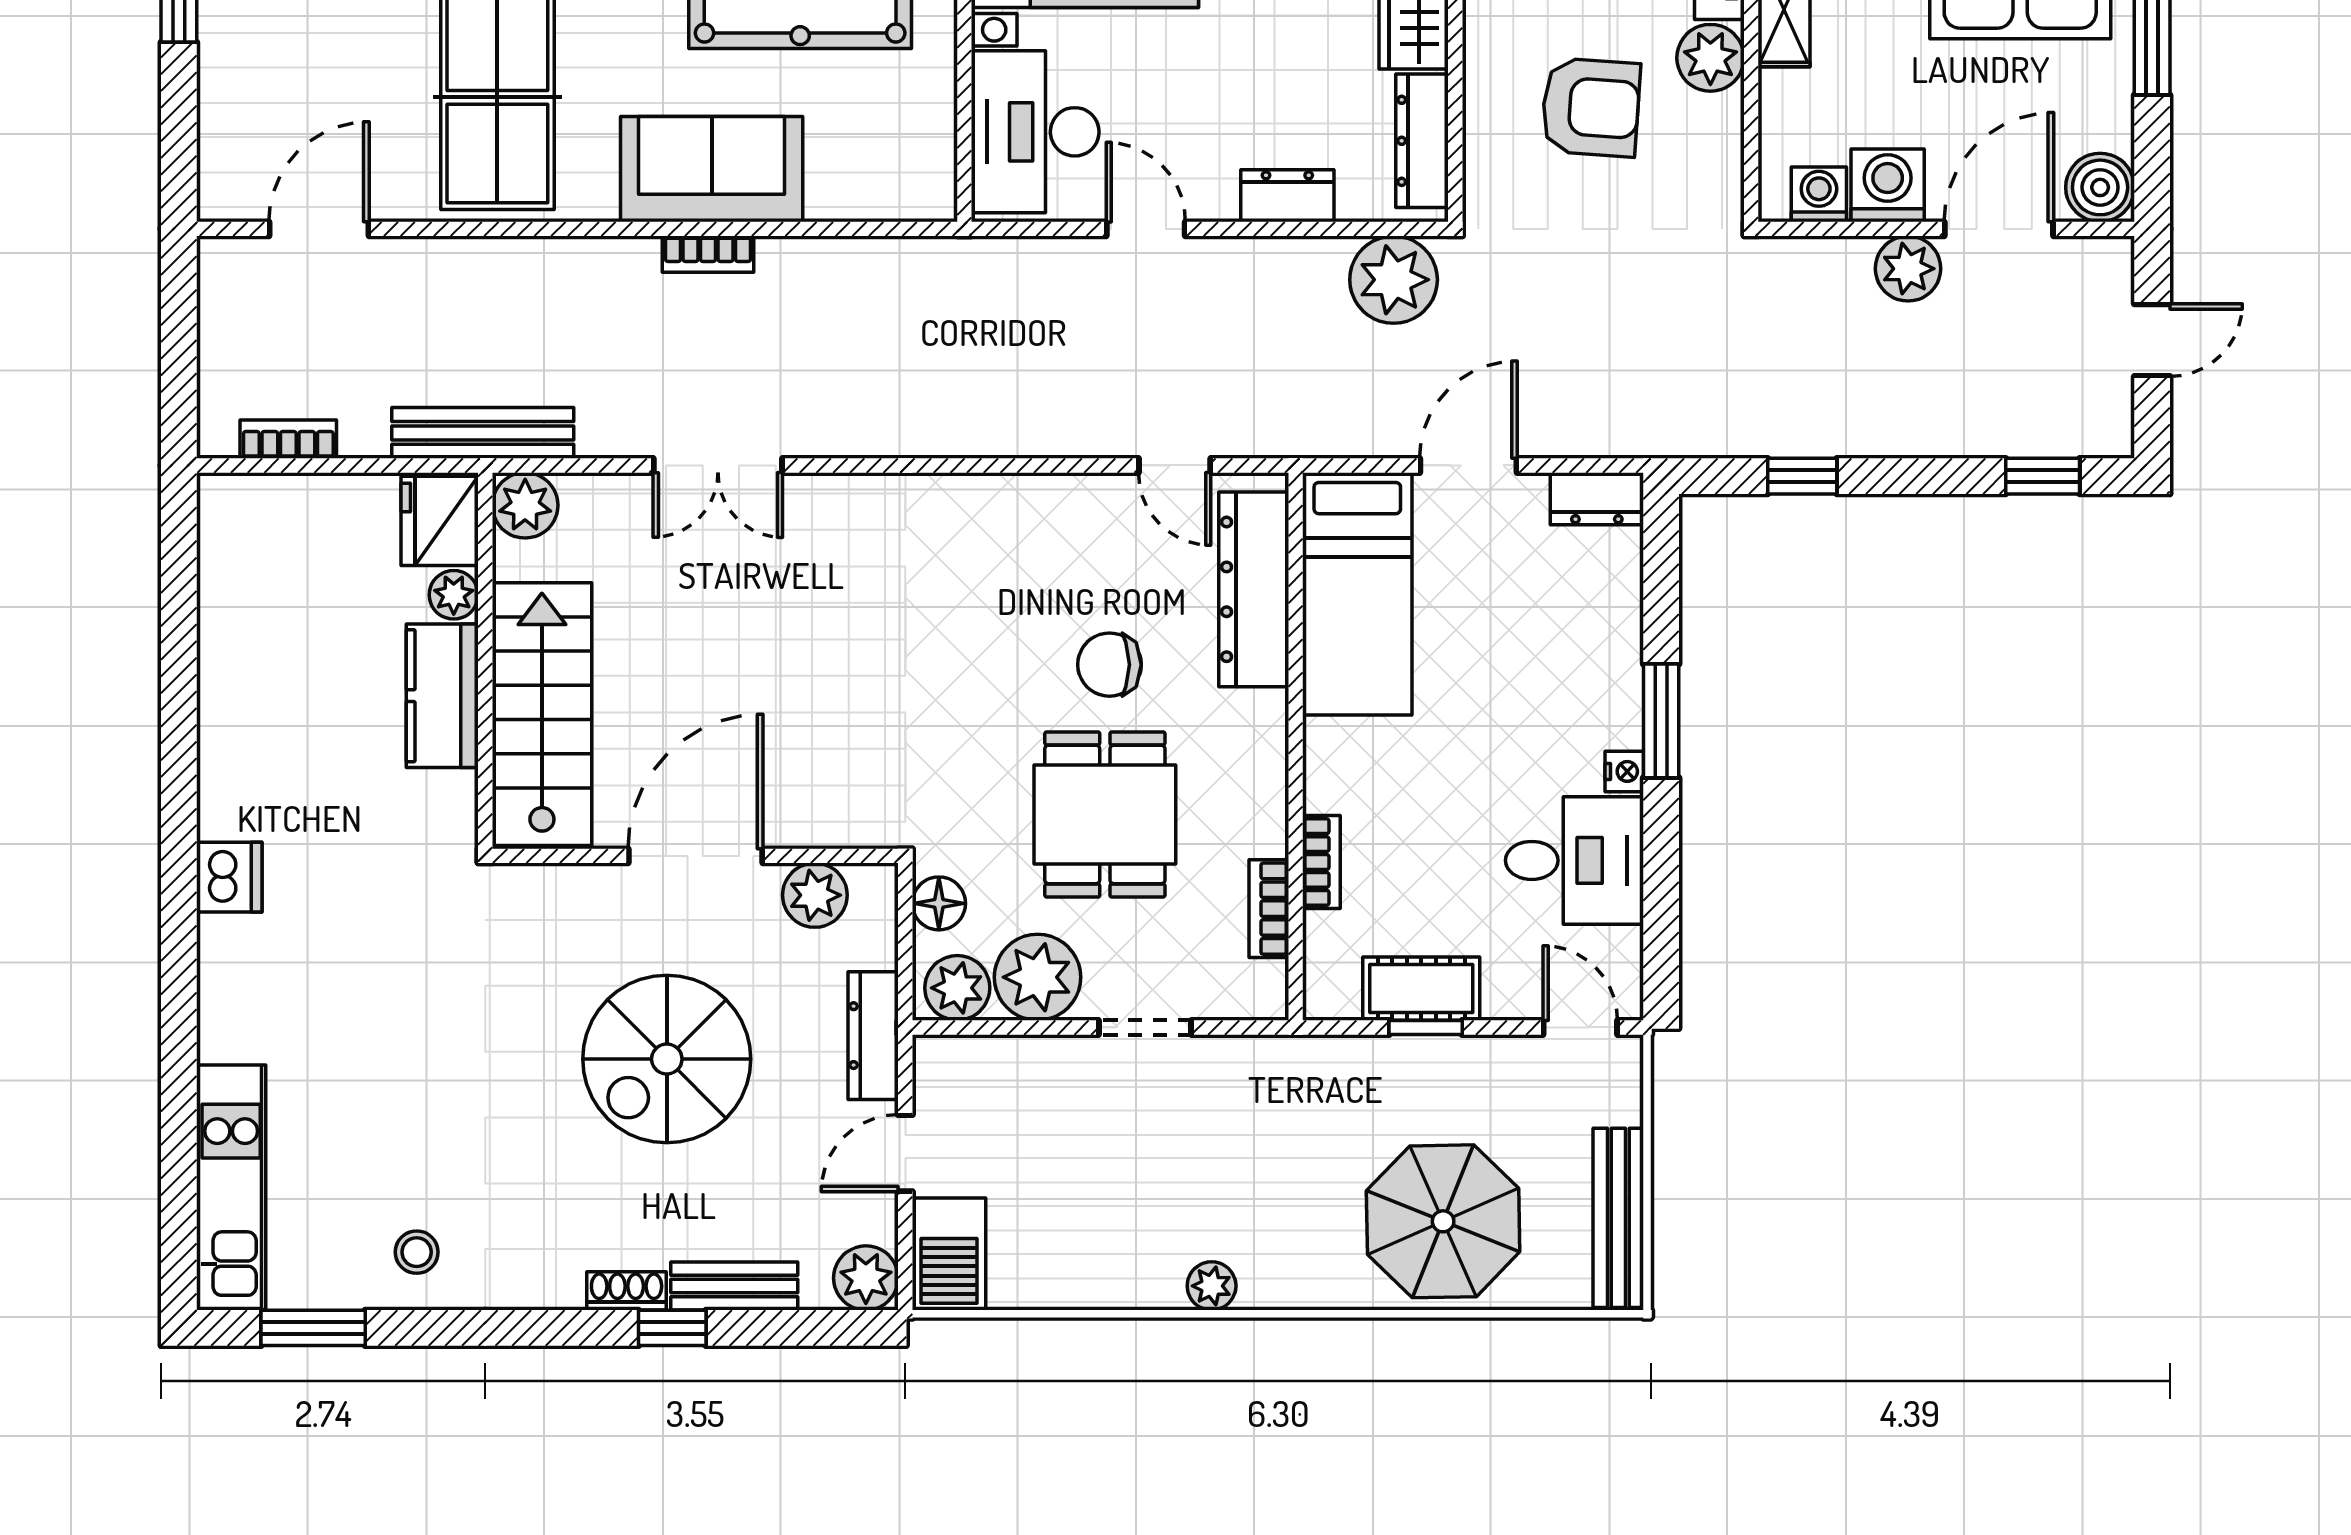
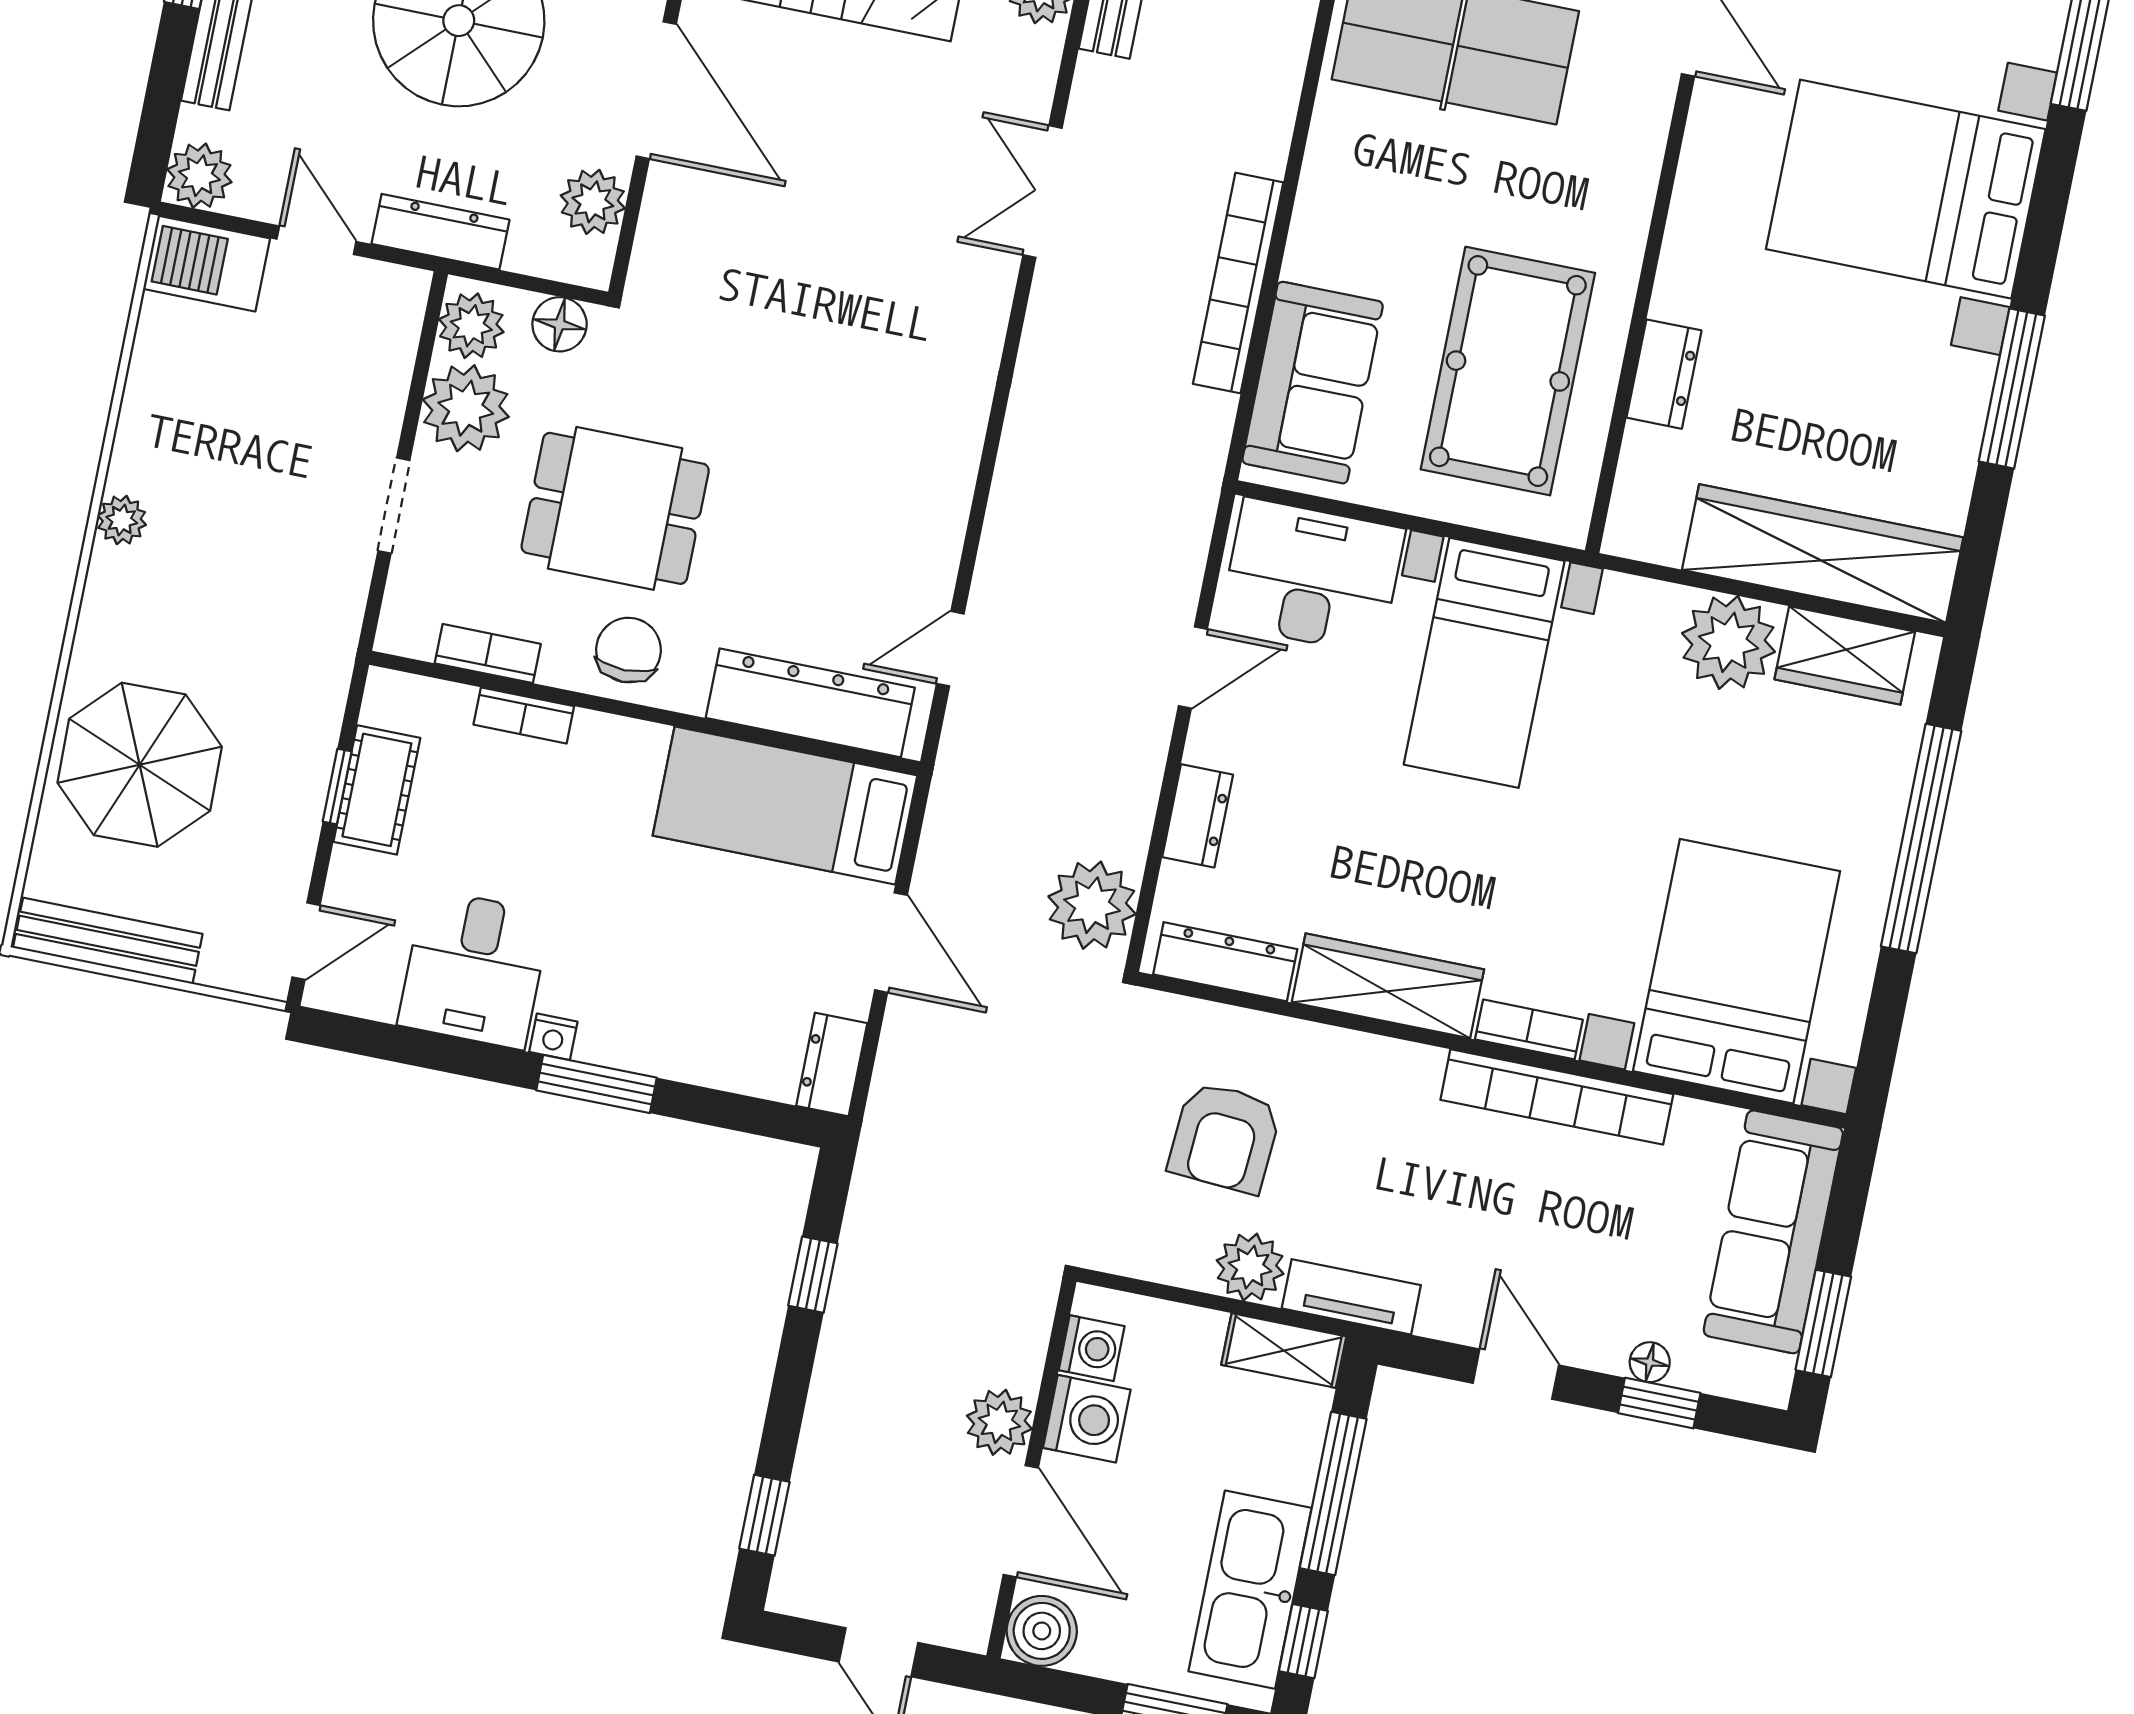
sofa: (712, 169) -> (1313, 383), moved
bookcase: (708, 254) -> (1238, 283), width x2.31, depth x1.31
chair: (1109, 665) -> (629, 650), moved

